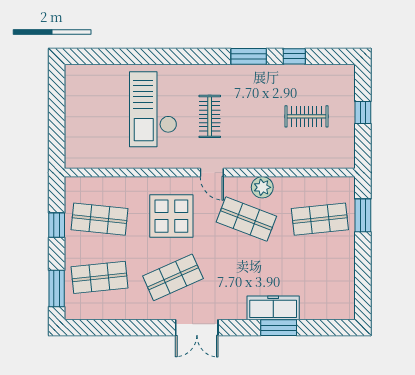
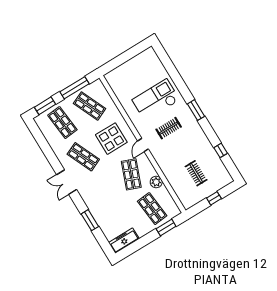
window: (249, 56) -> (196, 110), moved
plant: (262, 187) -> (156, 182), moved
shop shelf: (100, 219) -> (90, 106), turned -30
window: (57, 225) -> (75, 88), width x2.17
freezer: (273, 308) -> (124, 241), moved, turned -90

